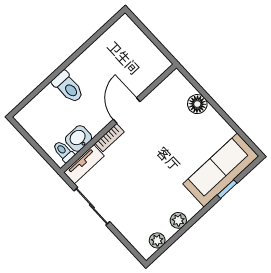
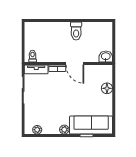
toilet: (68, 87) -> (76, 31), moved
door: (127, 111) -> (75, 64), swing flipped
washbasin: (79, 139) -> (106, 57), moved
plant: (178, 220) -> (64, 130), moved

